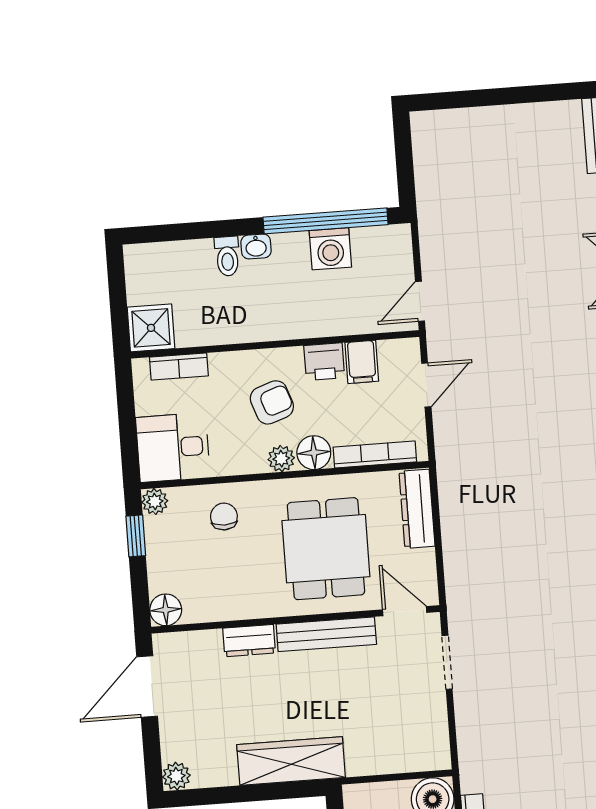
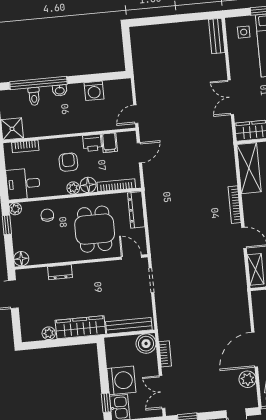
window: (325, 221) -> (38, 83), moved
toilet: (227, 256) -> (34, 96), moved
armchair: (272, 402) -> (68, 162), turned -71
bench: (326, 634) -> (129, 326), moved
plant: (176, 776) -> (49, 333), moved

